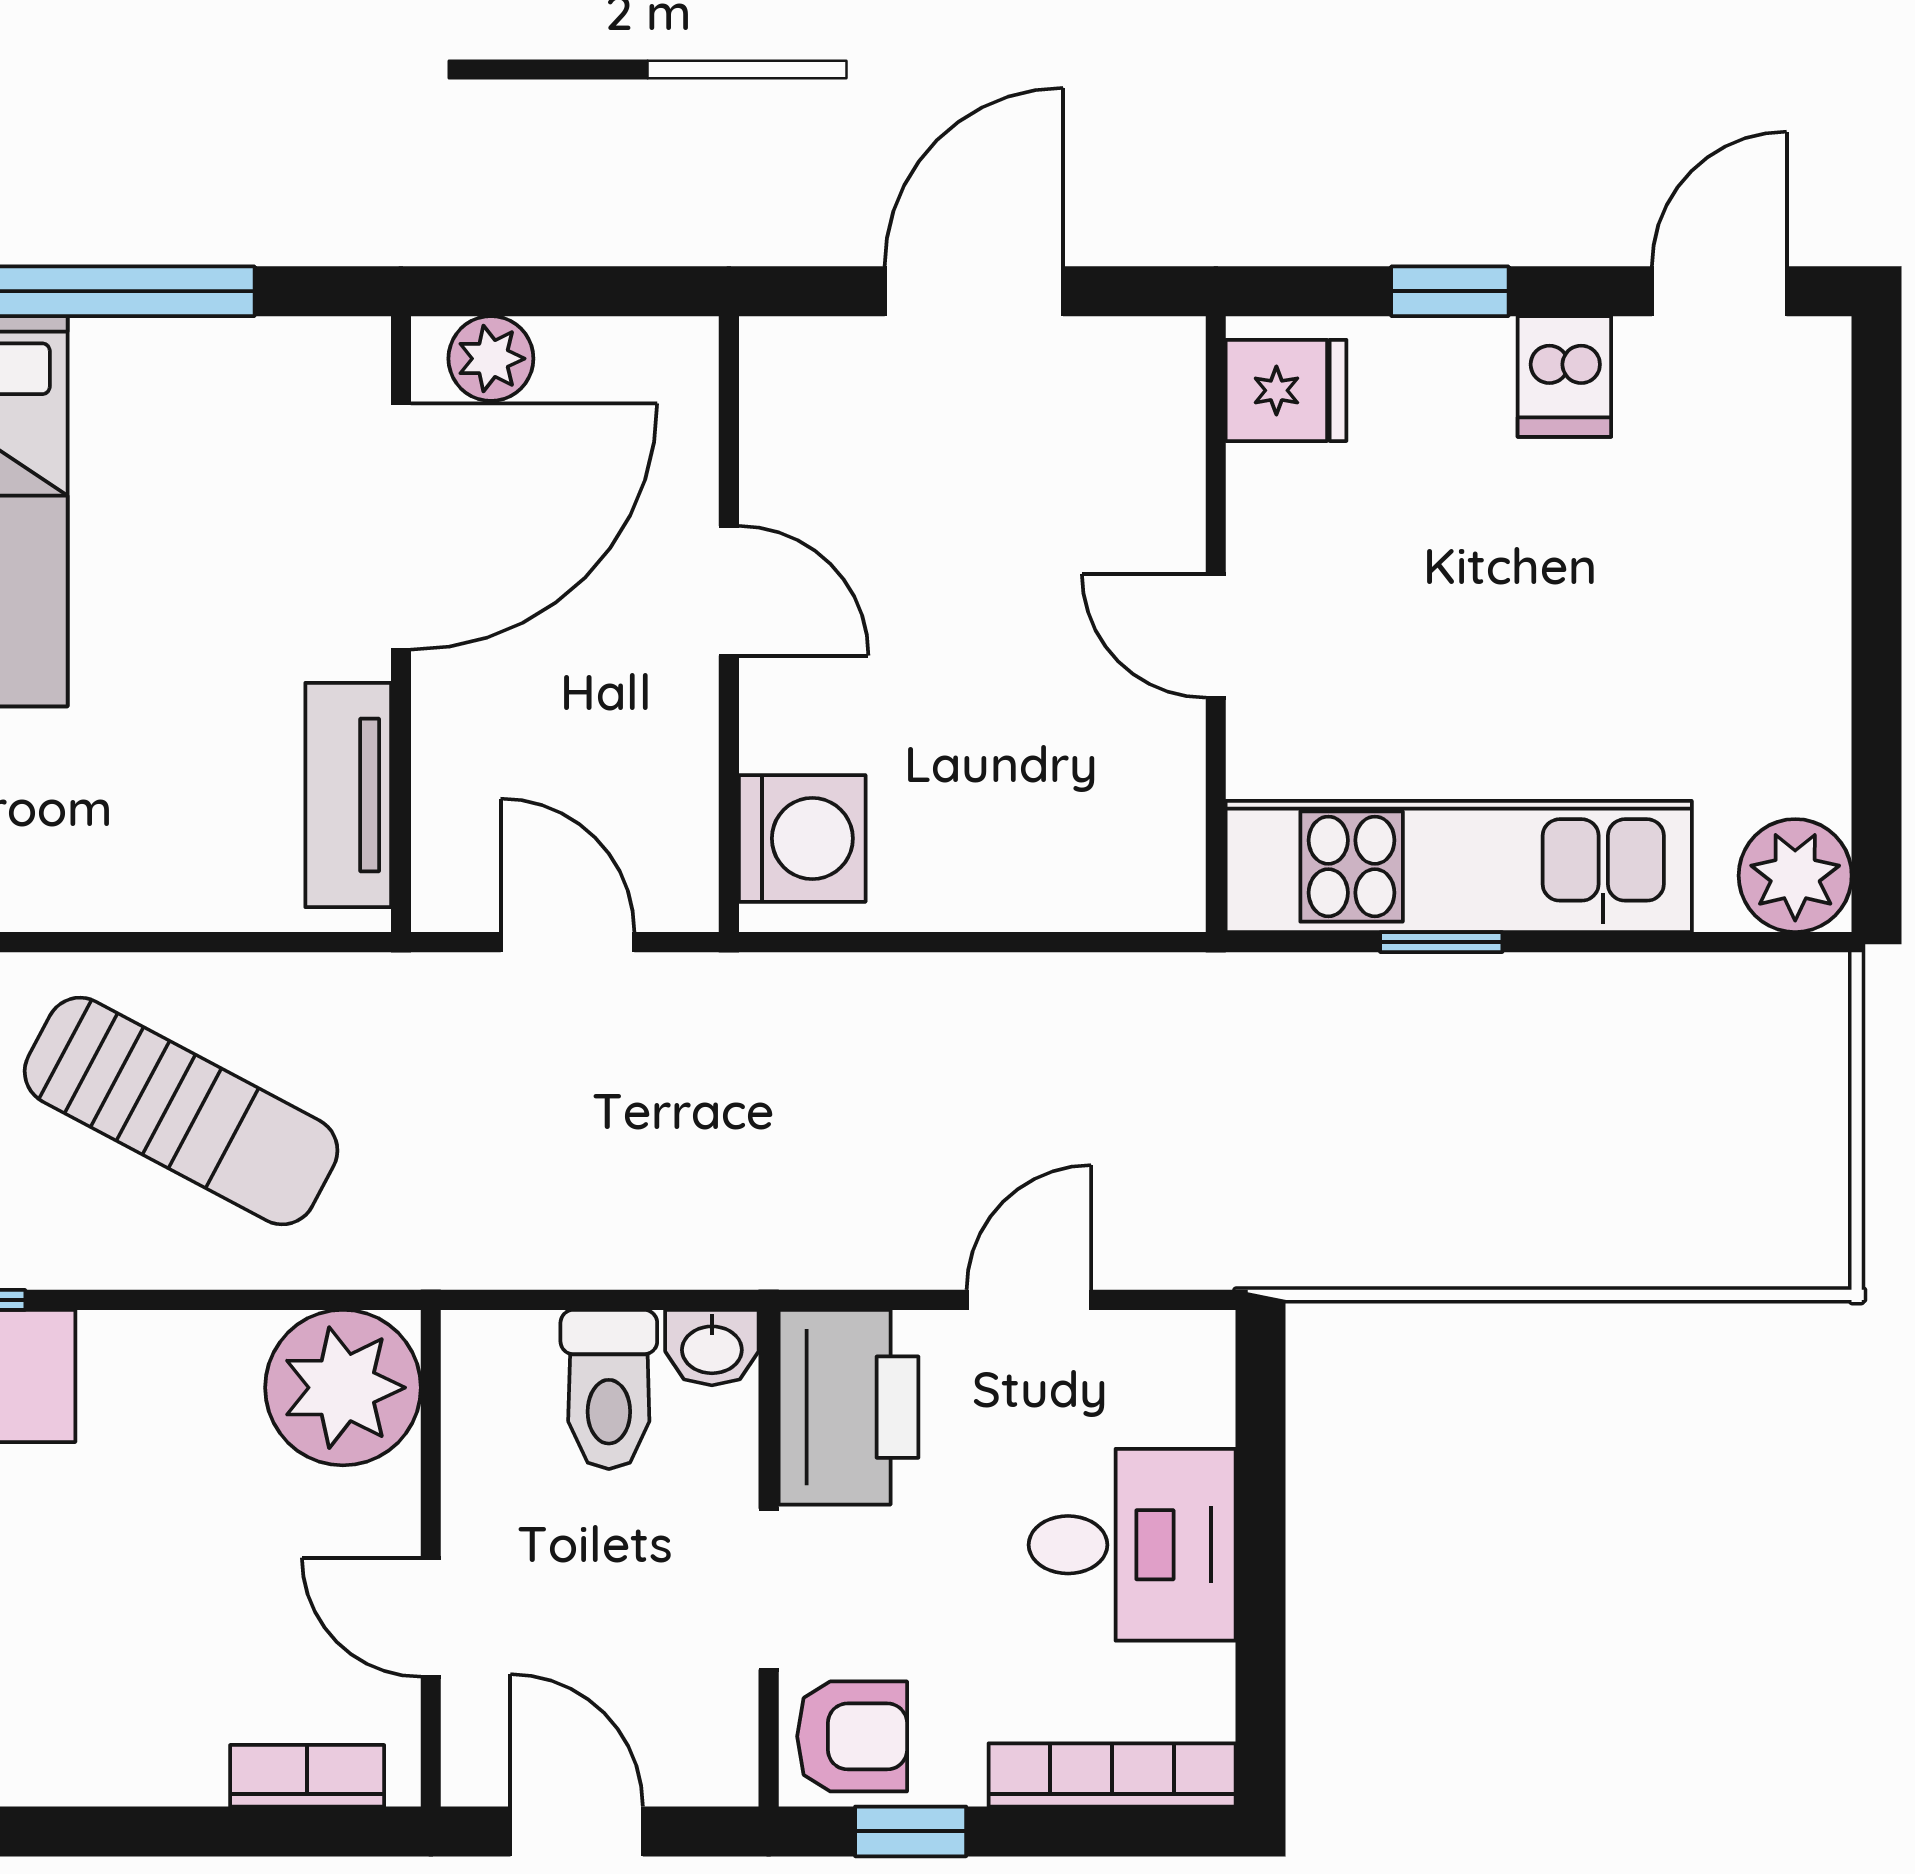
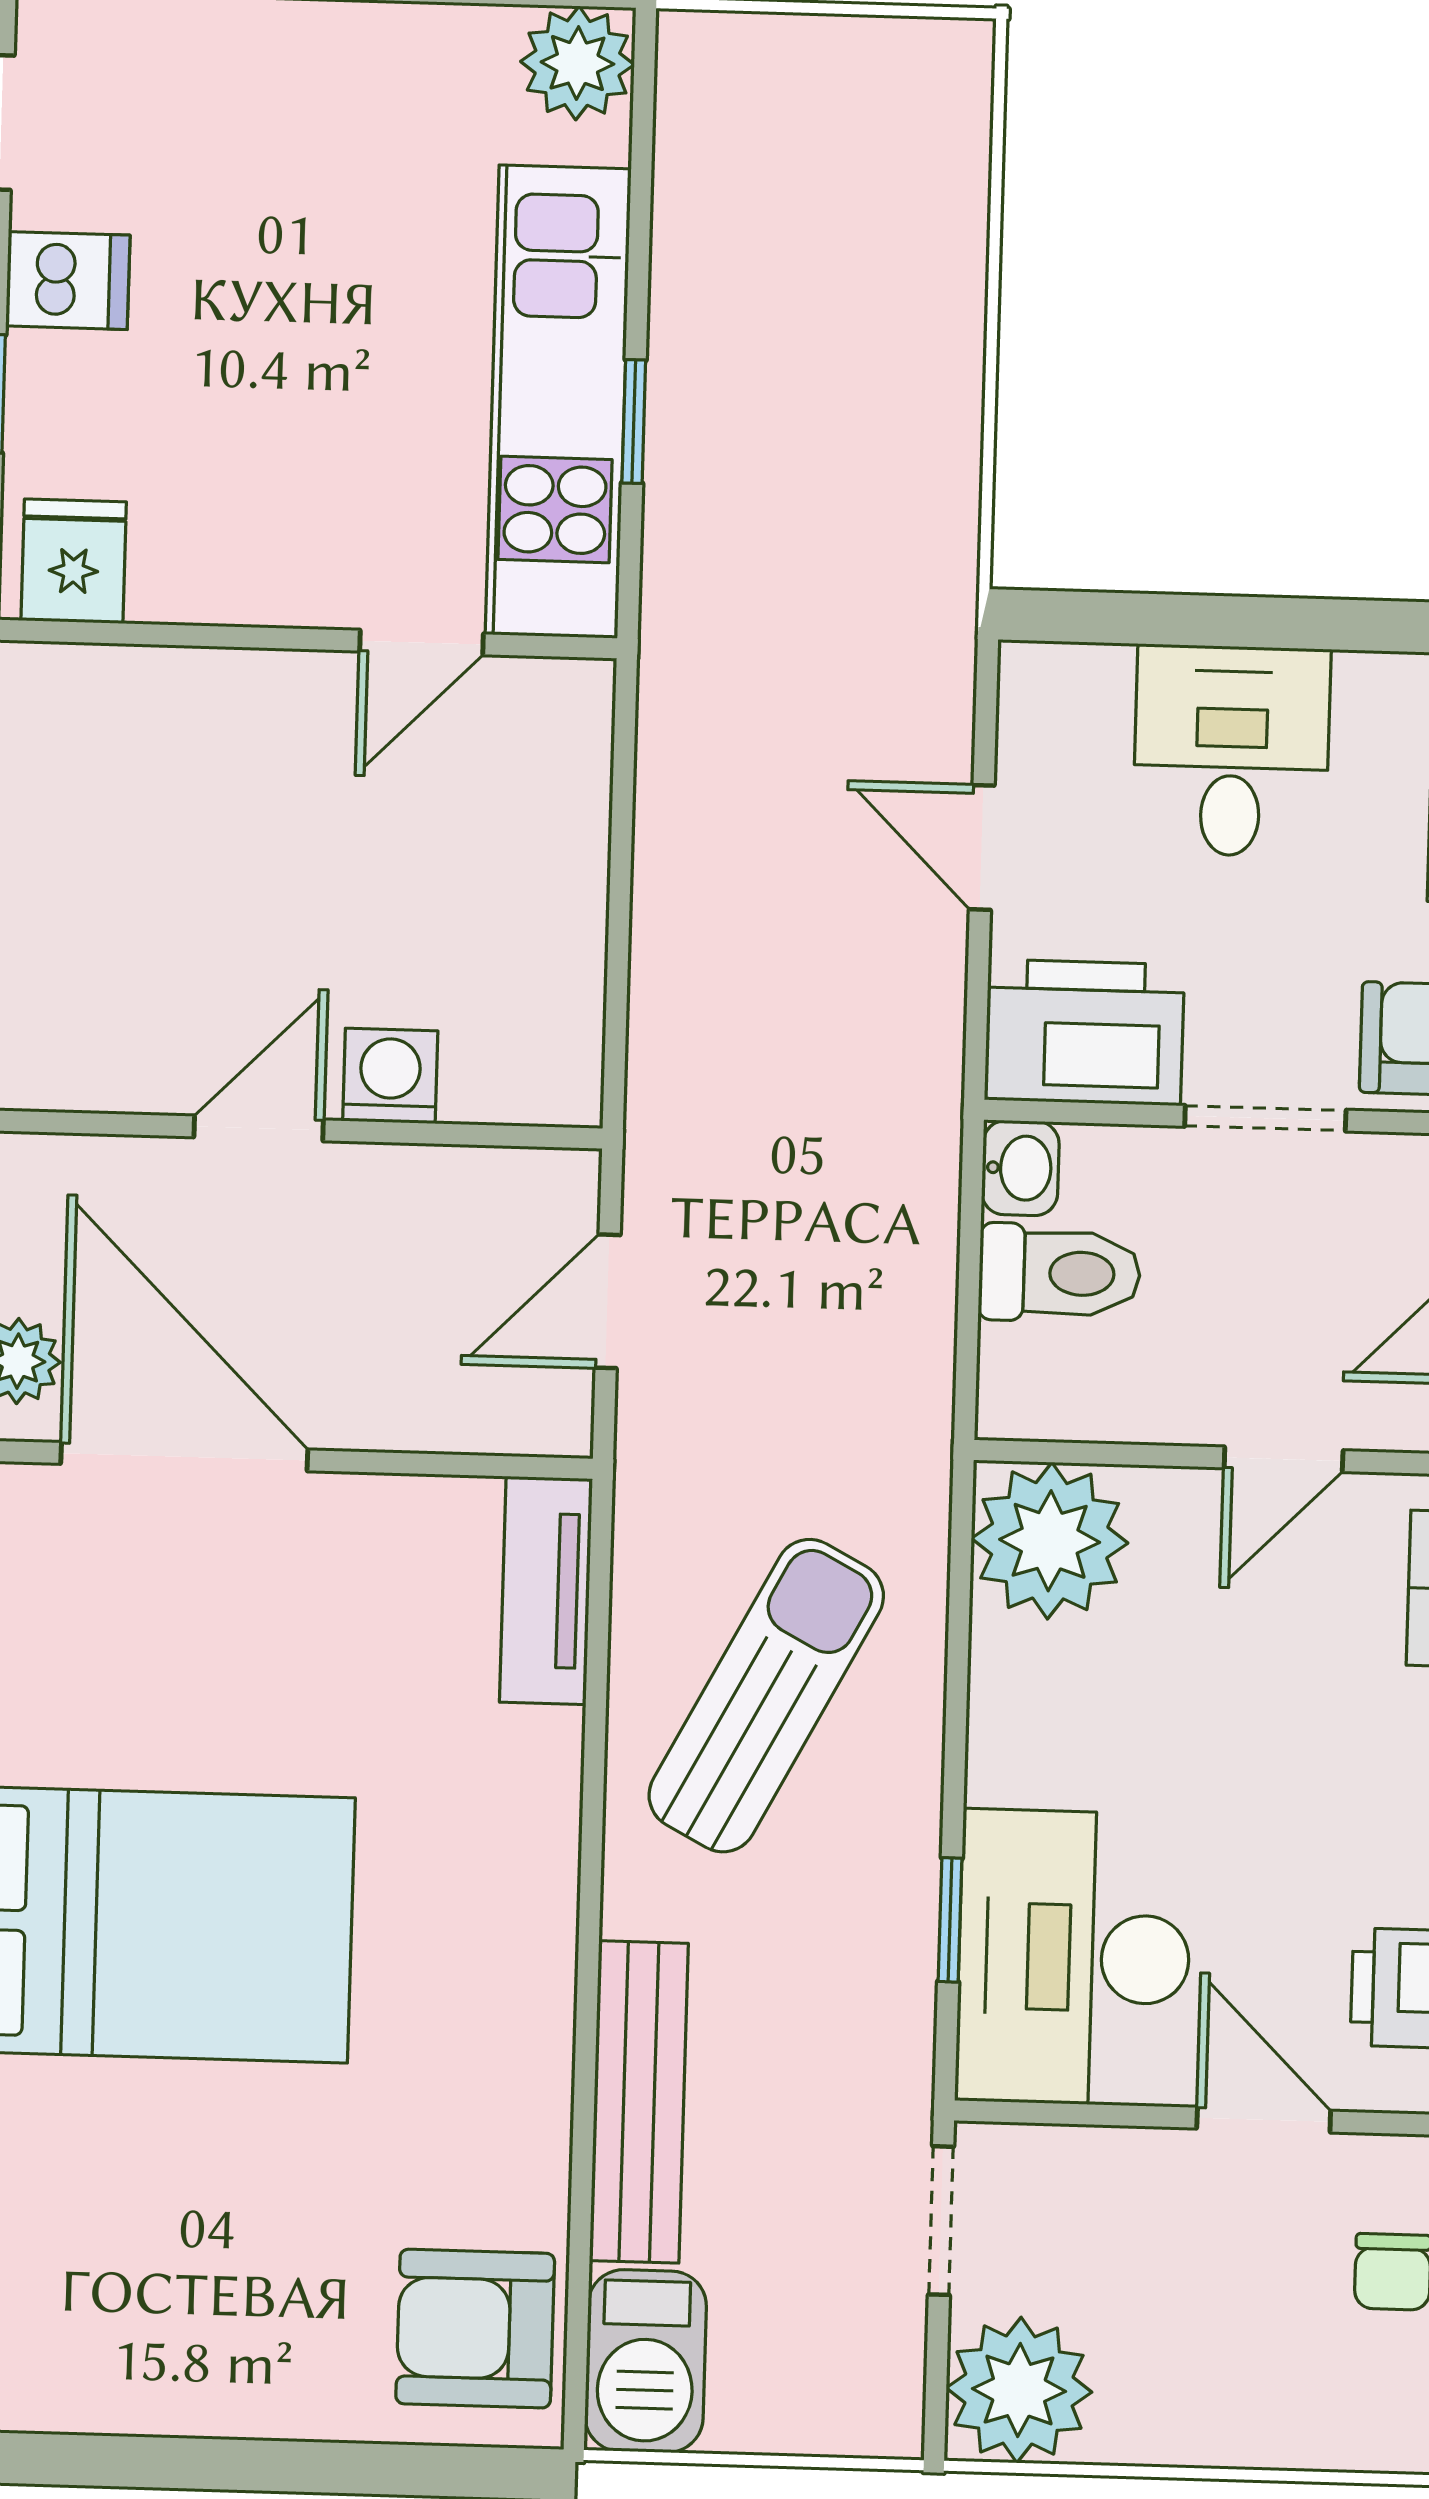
door: (1216, 636) -> (422, 642), moved
tv unit: (348, 795) -> (546, 1590), moved, turned 90
washing machine: (802, 838) -> (390, 1076), moved, width x0.73, depth x0.73

